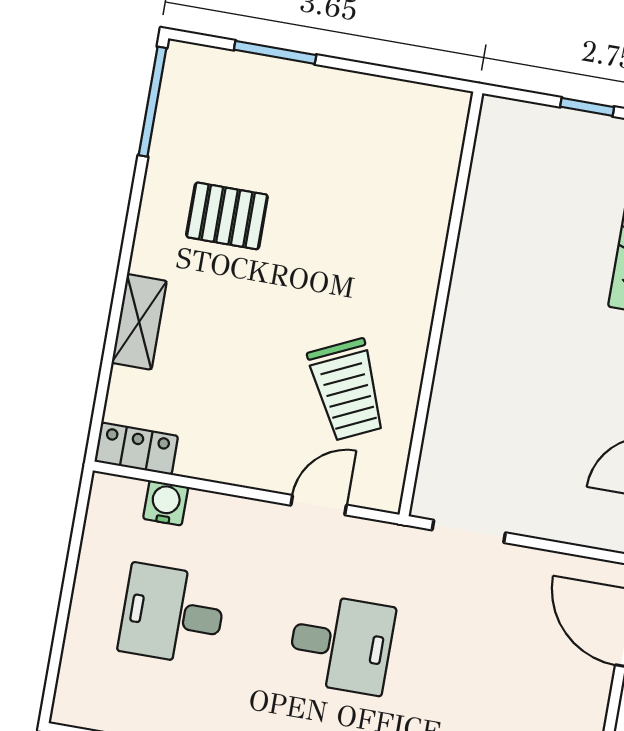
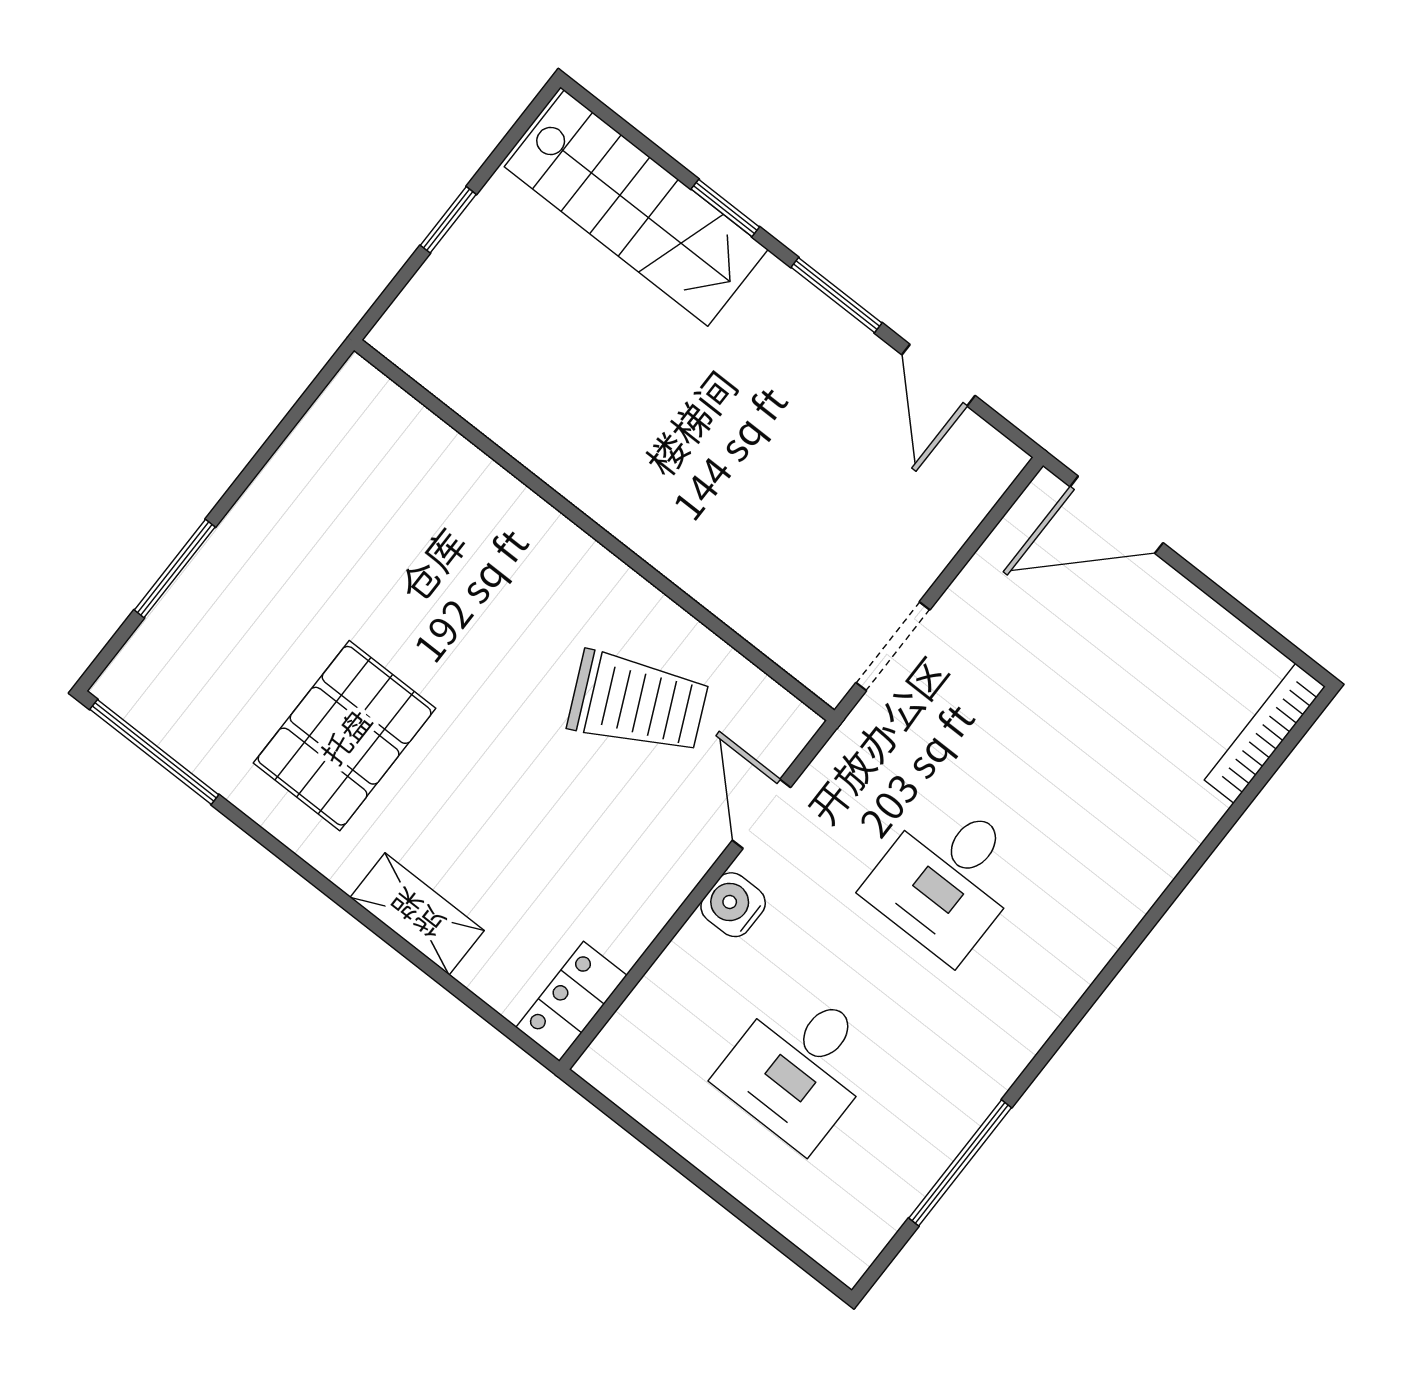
pallet: (227, 216) -> (345, 736), width x1.50, depth x1.42
water cooler: (166, 503) -> (733, 905), moved
desk: (341, 644) -> (947, 878), turned 180

